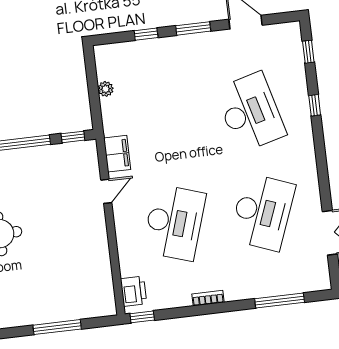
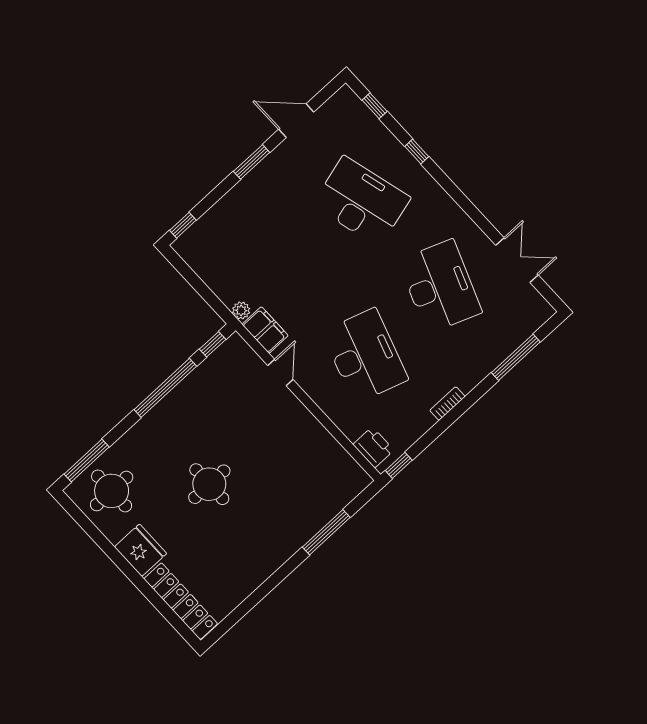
window: (146, 34) -> (183, 225), moved
plant: (106, 89) -> (241, 310), moved

